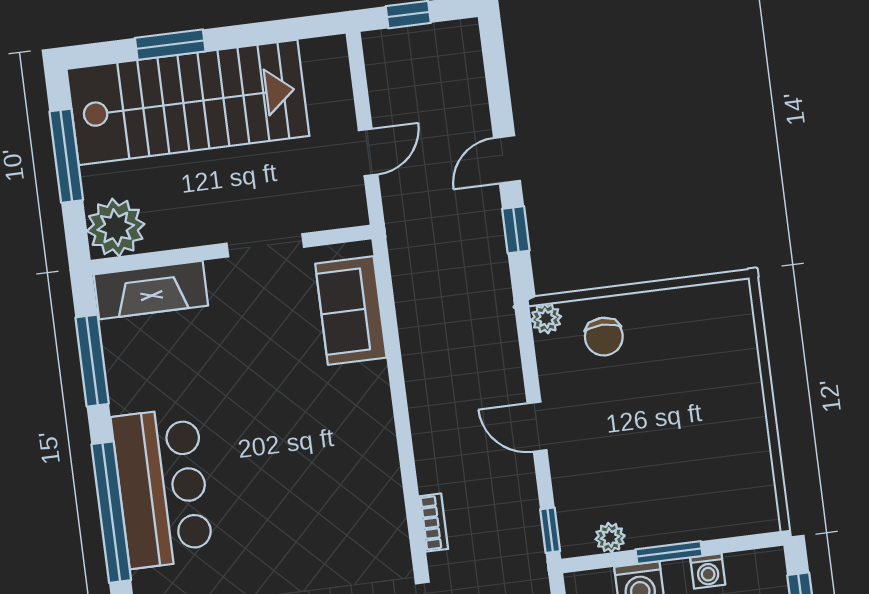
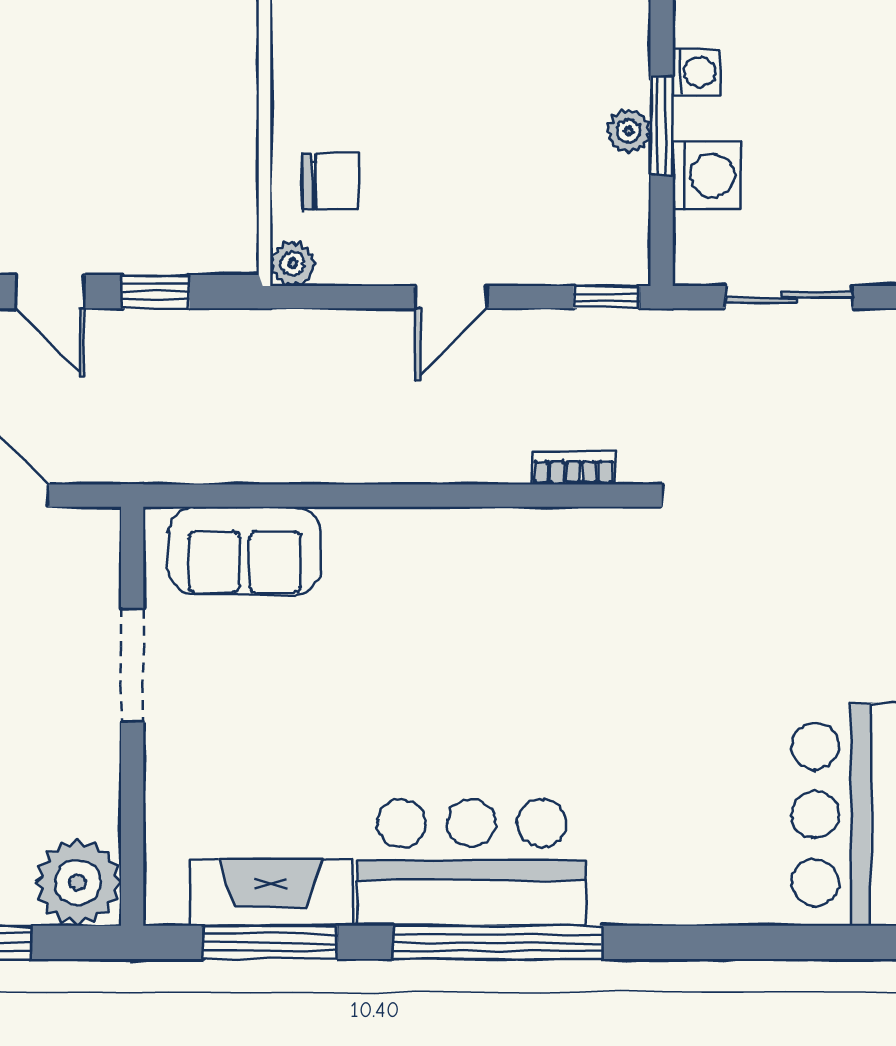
fireplace: (151, 290) -> (271, 892), moved, turned -90
plant: (610, 538) -> (628, 131), moved

